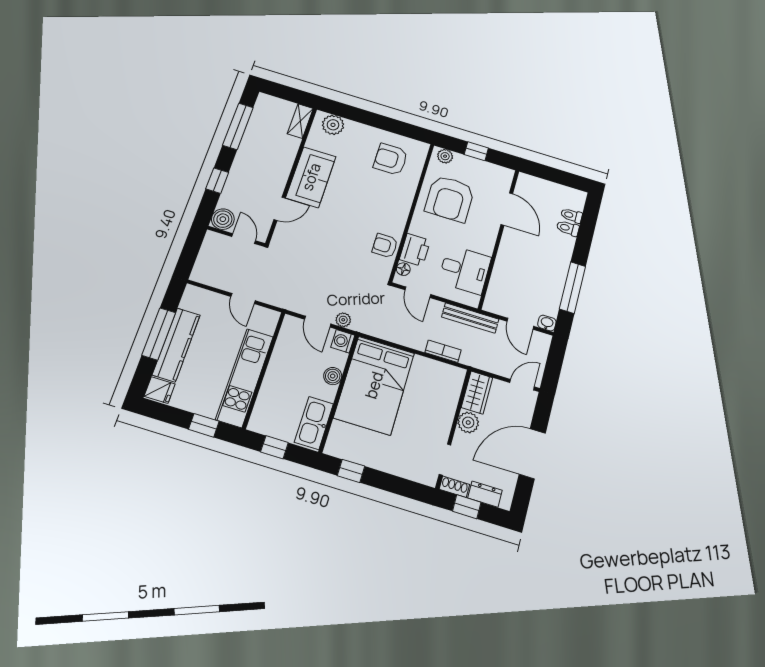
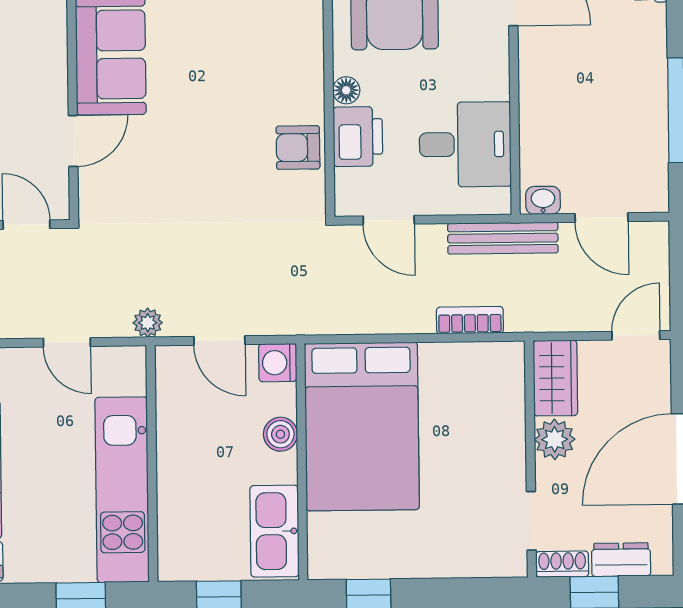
floor lamp: (403, 269) -> (346, 90), moved
plant: (343, 320) -> (148, 323), moved
washbasin: (547, 323) -> (543, 200), moved

